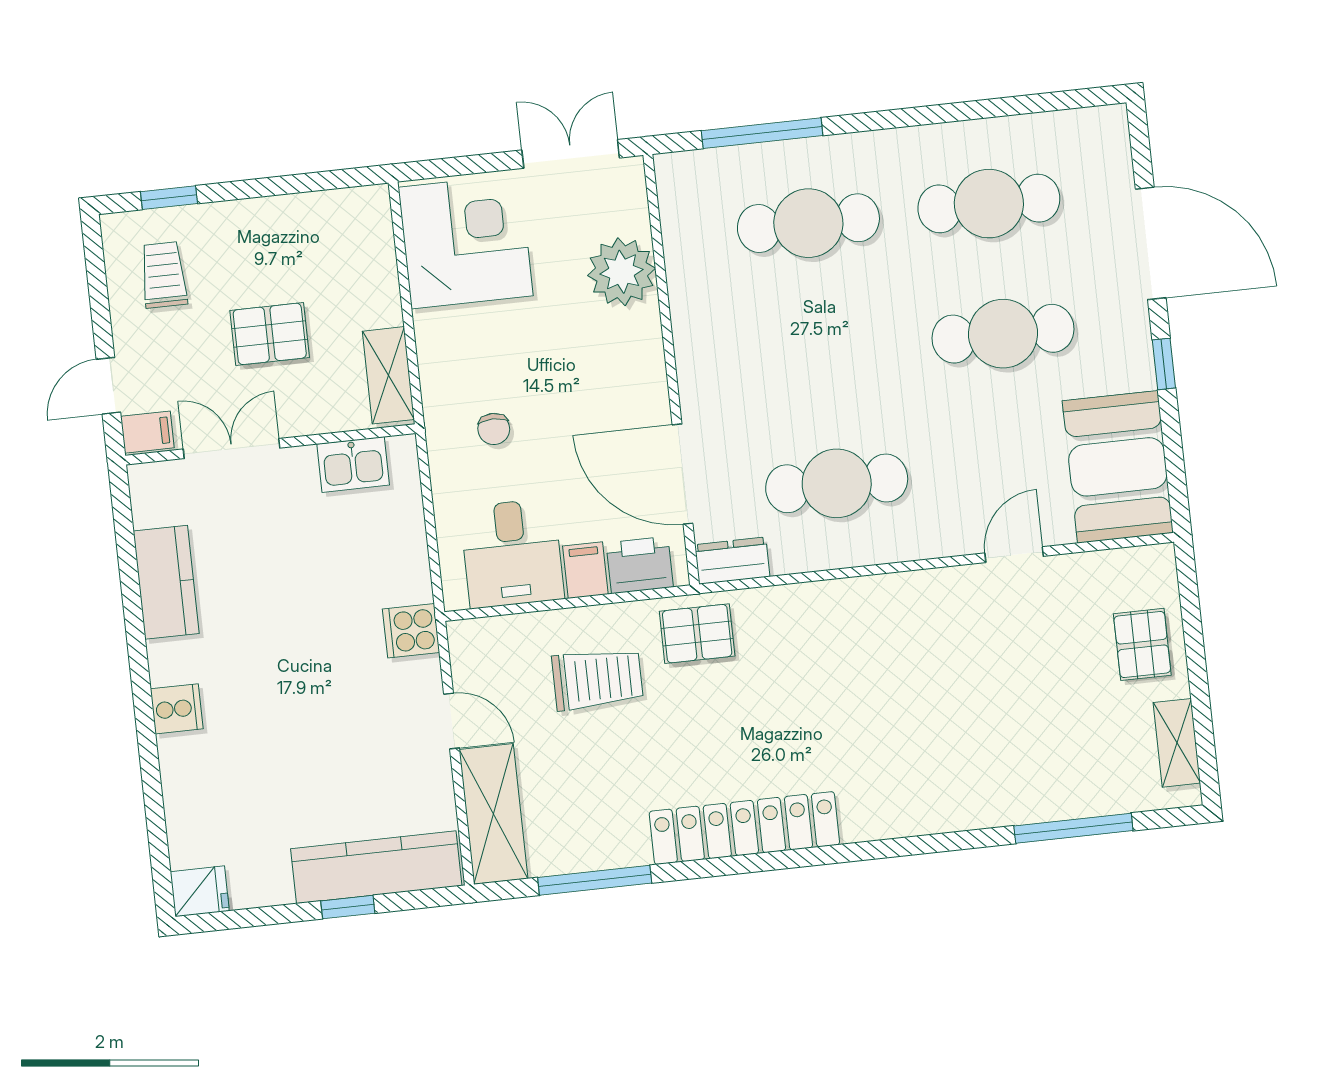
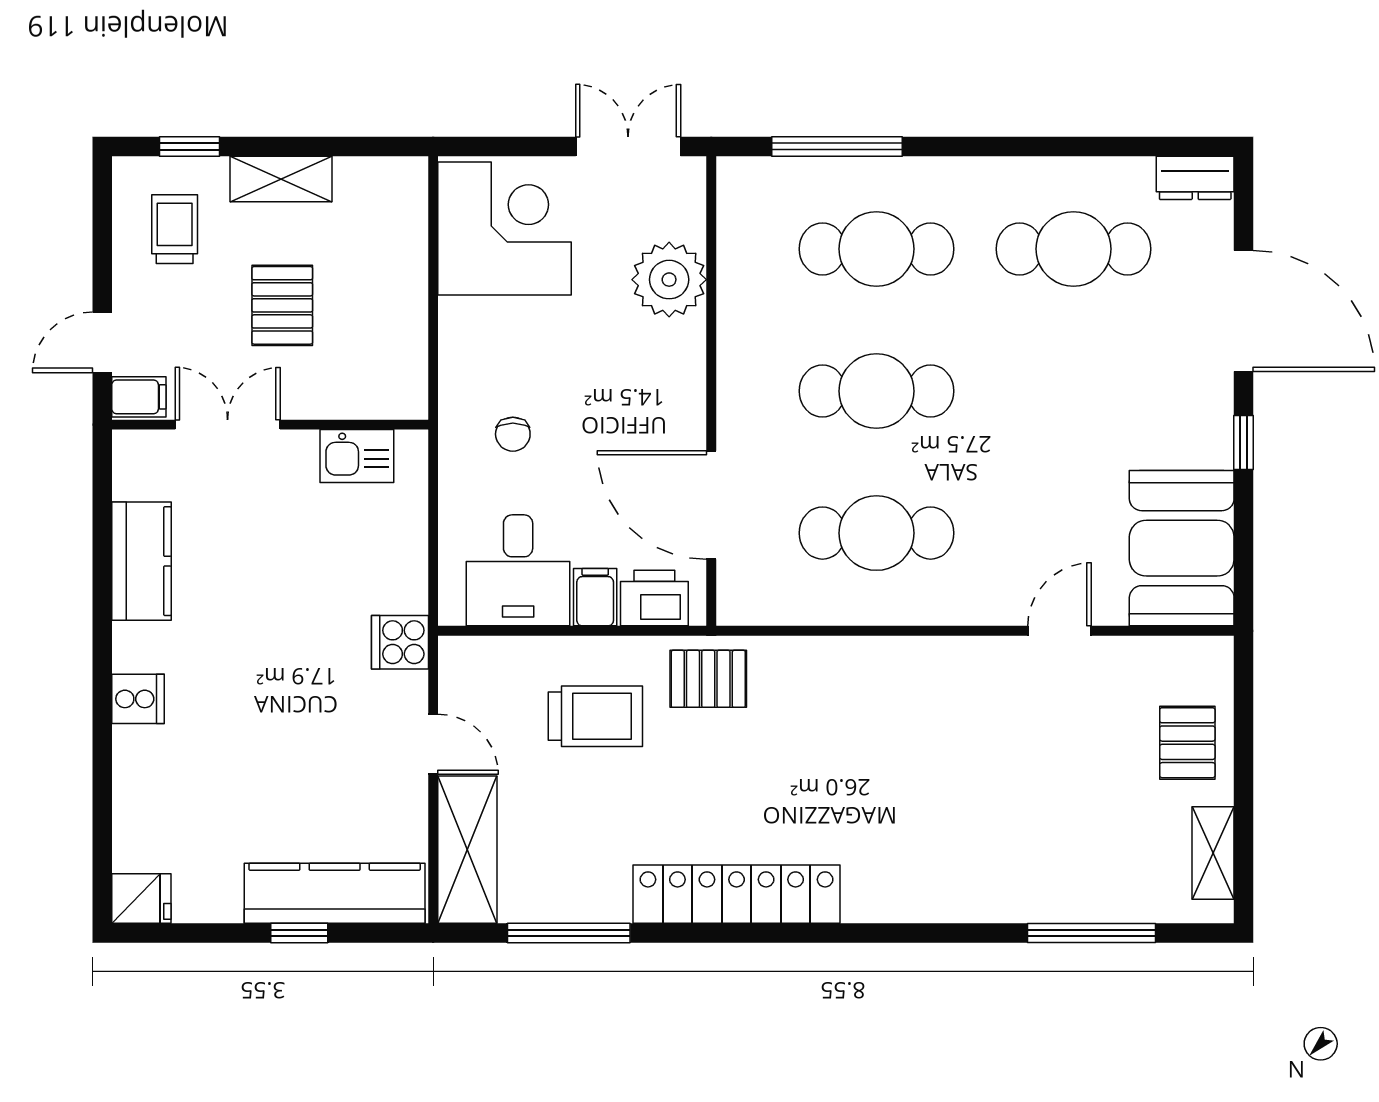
pallet: (270, 334) -> (282, 305), turned 90
cafe table: (1003, 334) -> (876, 391), moved
shelving: (388, 375) -> (281, 179), moved, turned 90
dresser: (732, 561) -> (1195, 178), moved, turned 180

